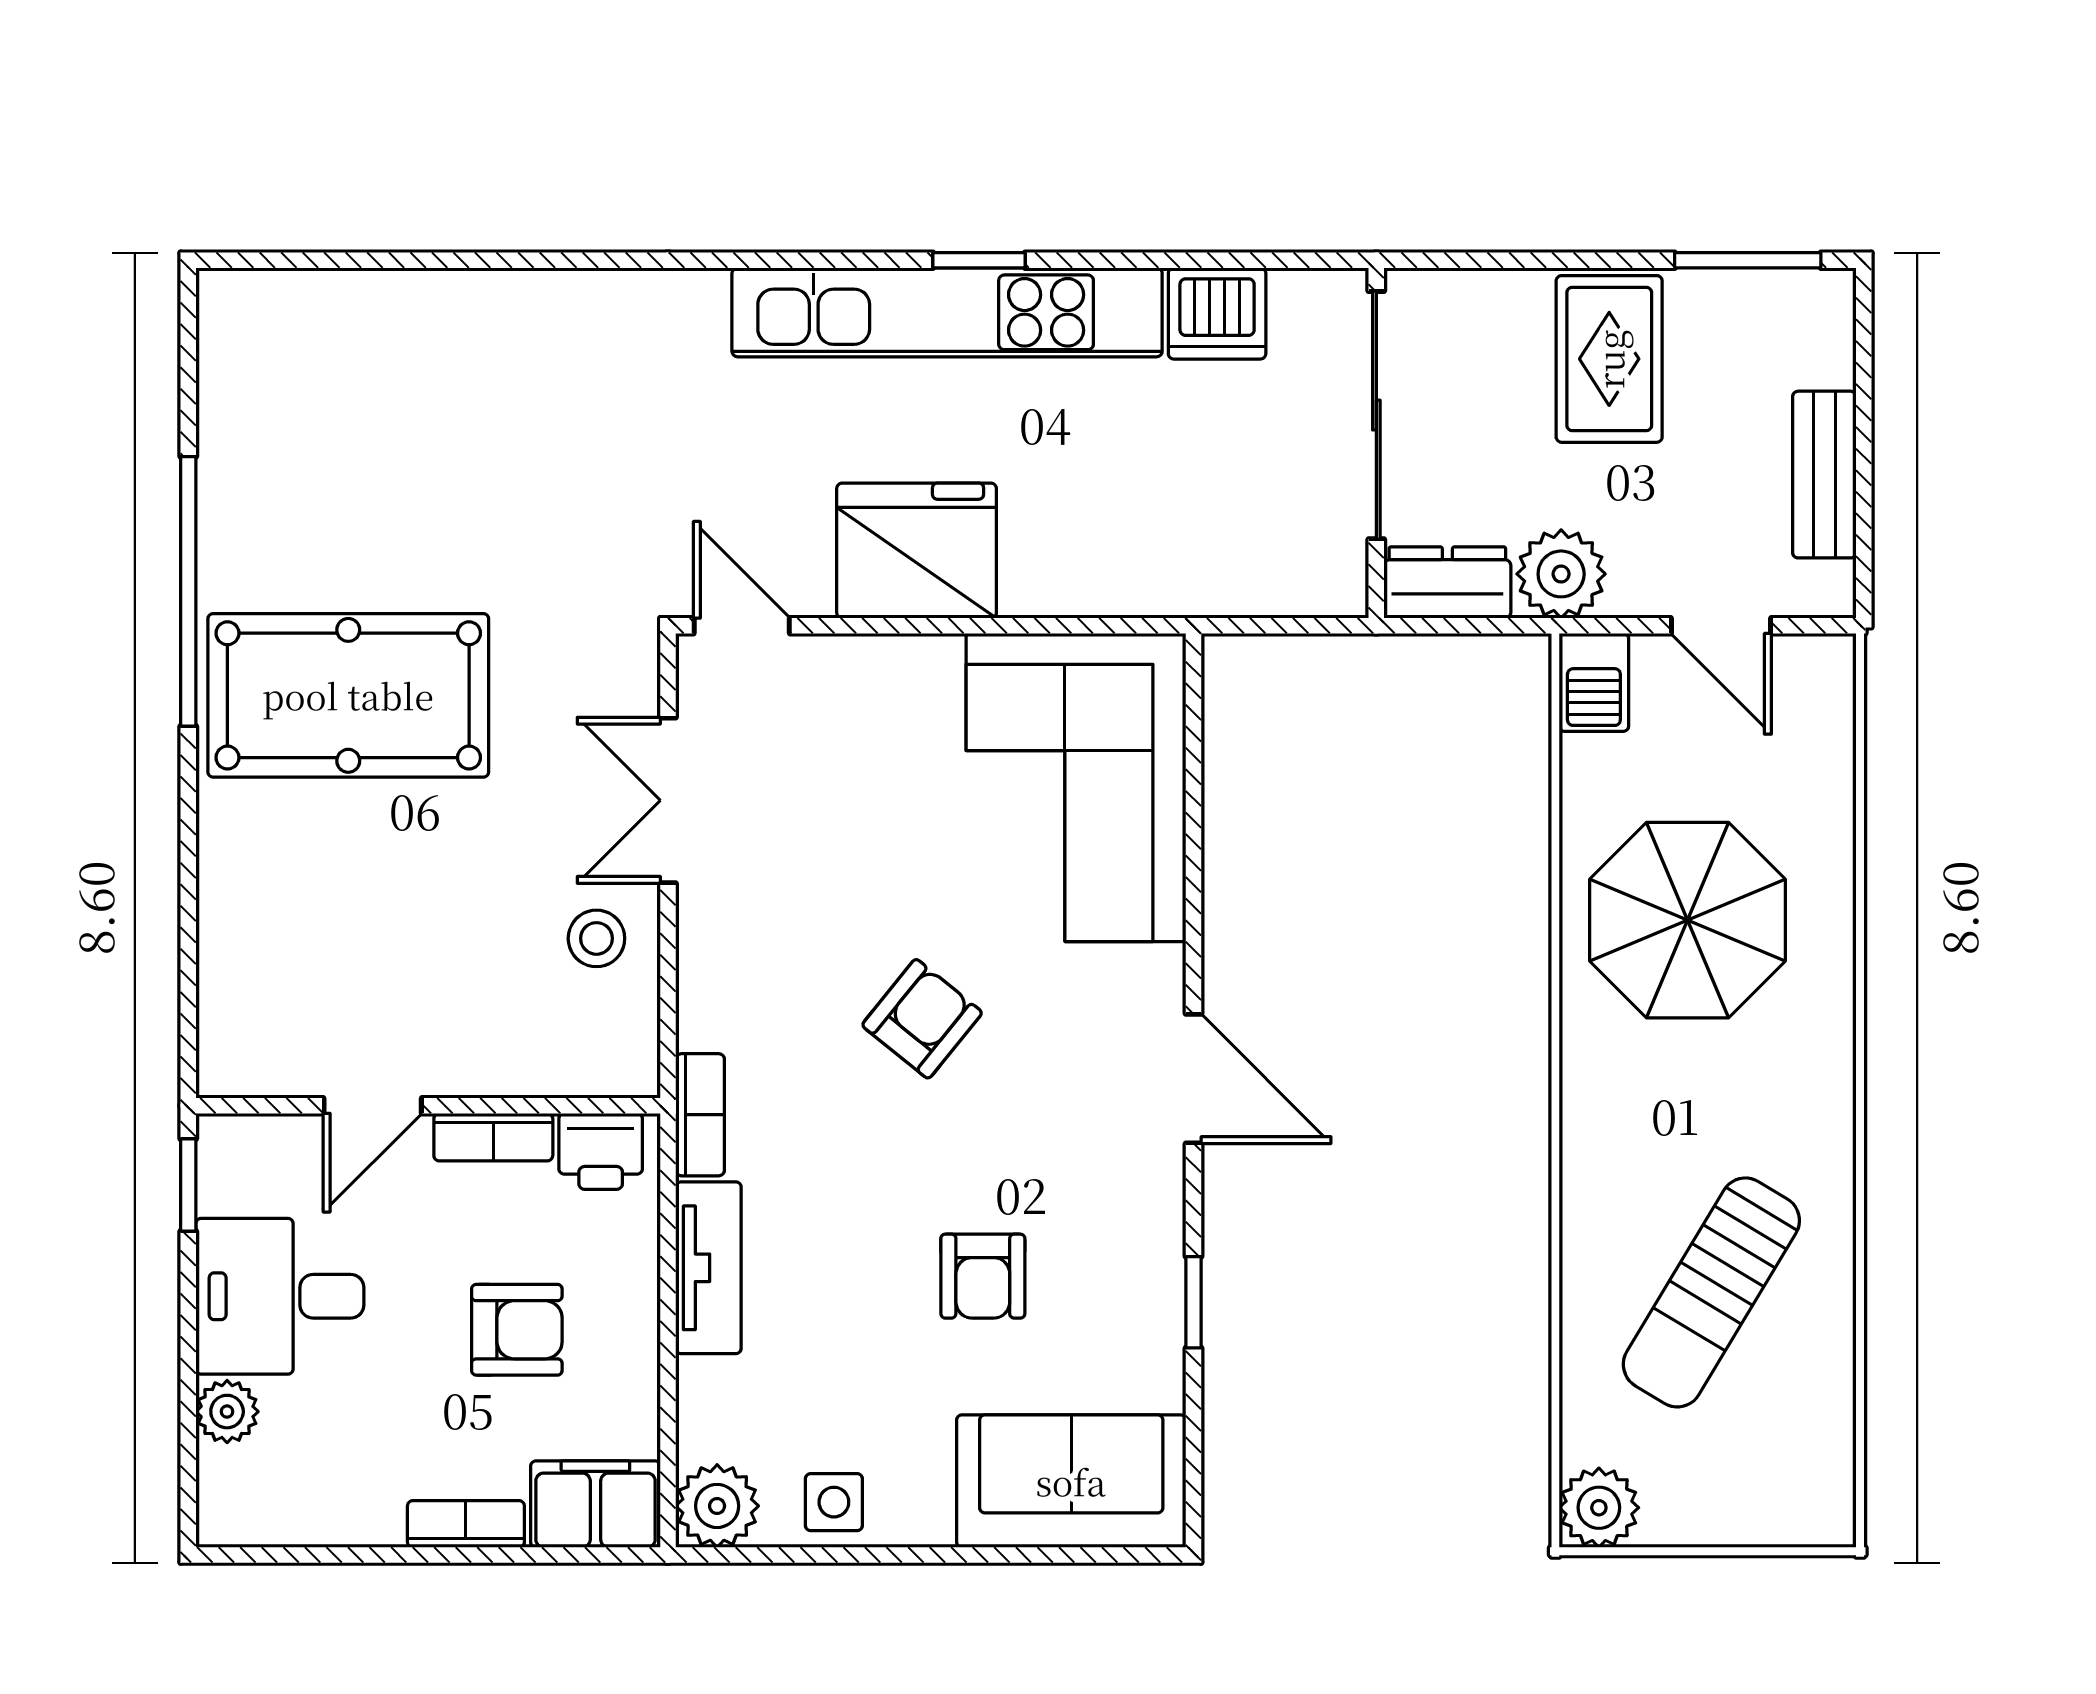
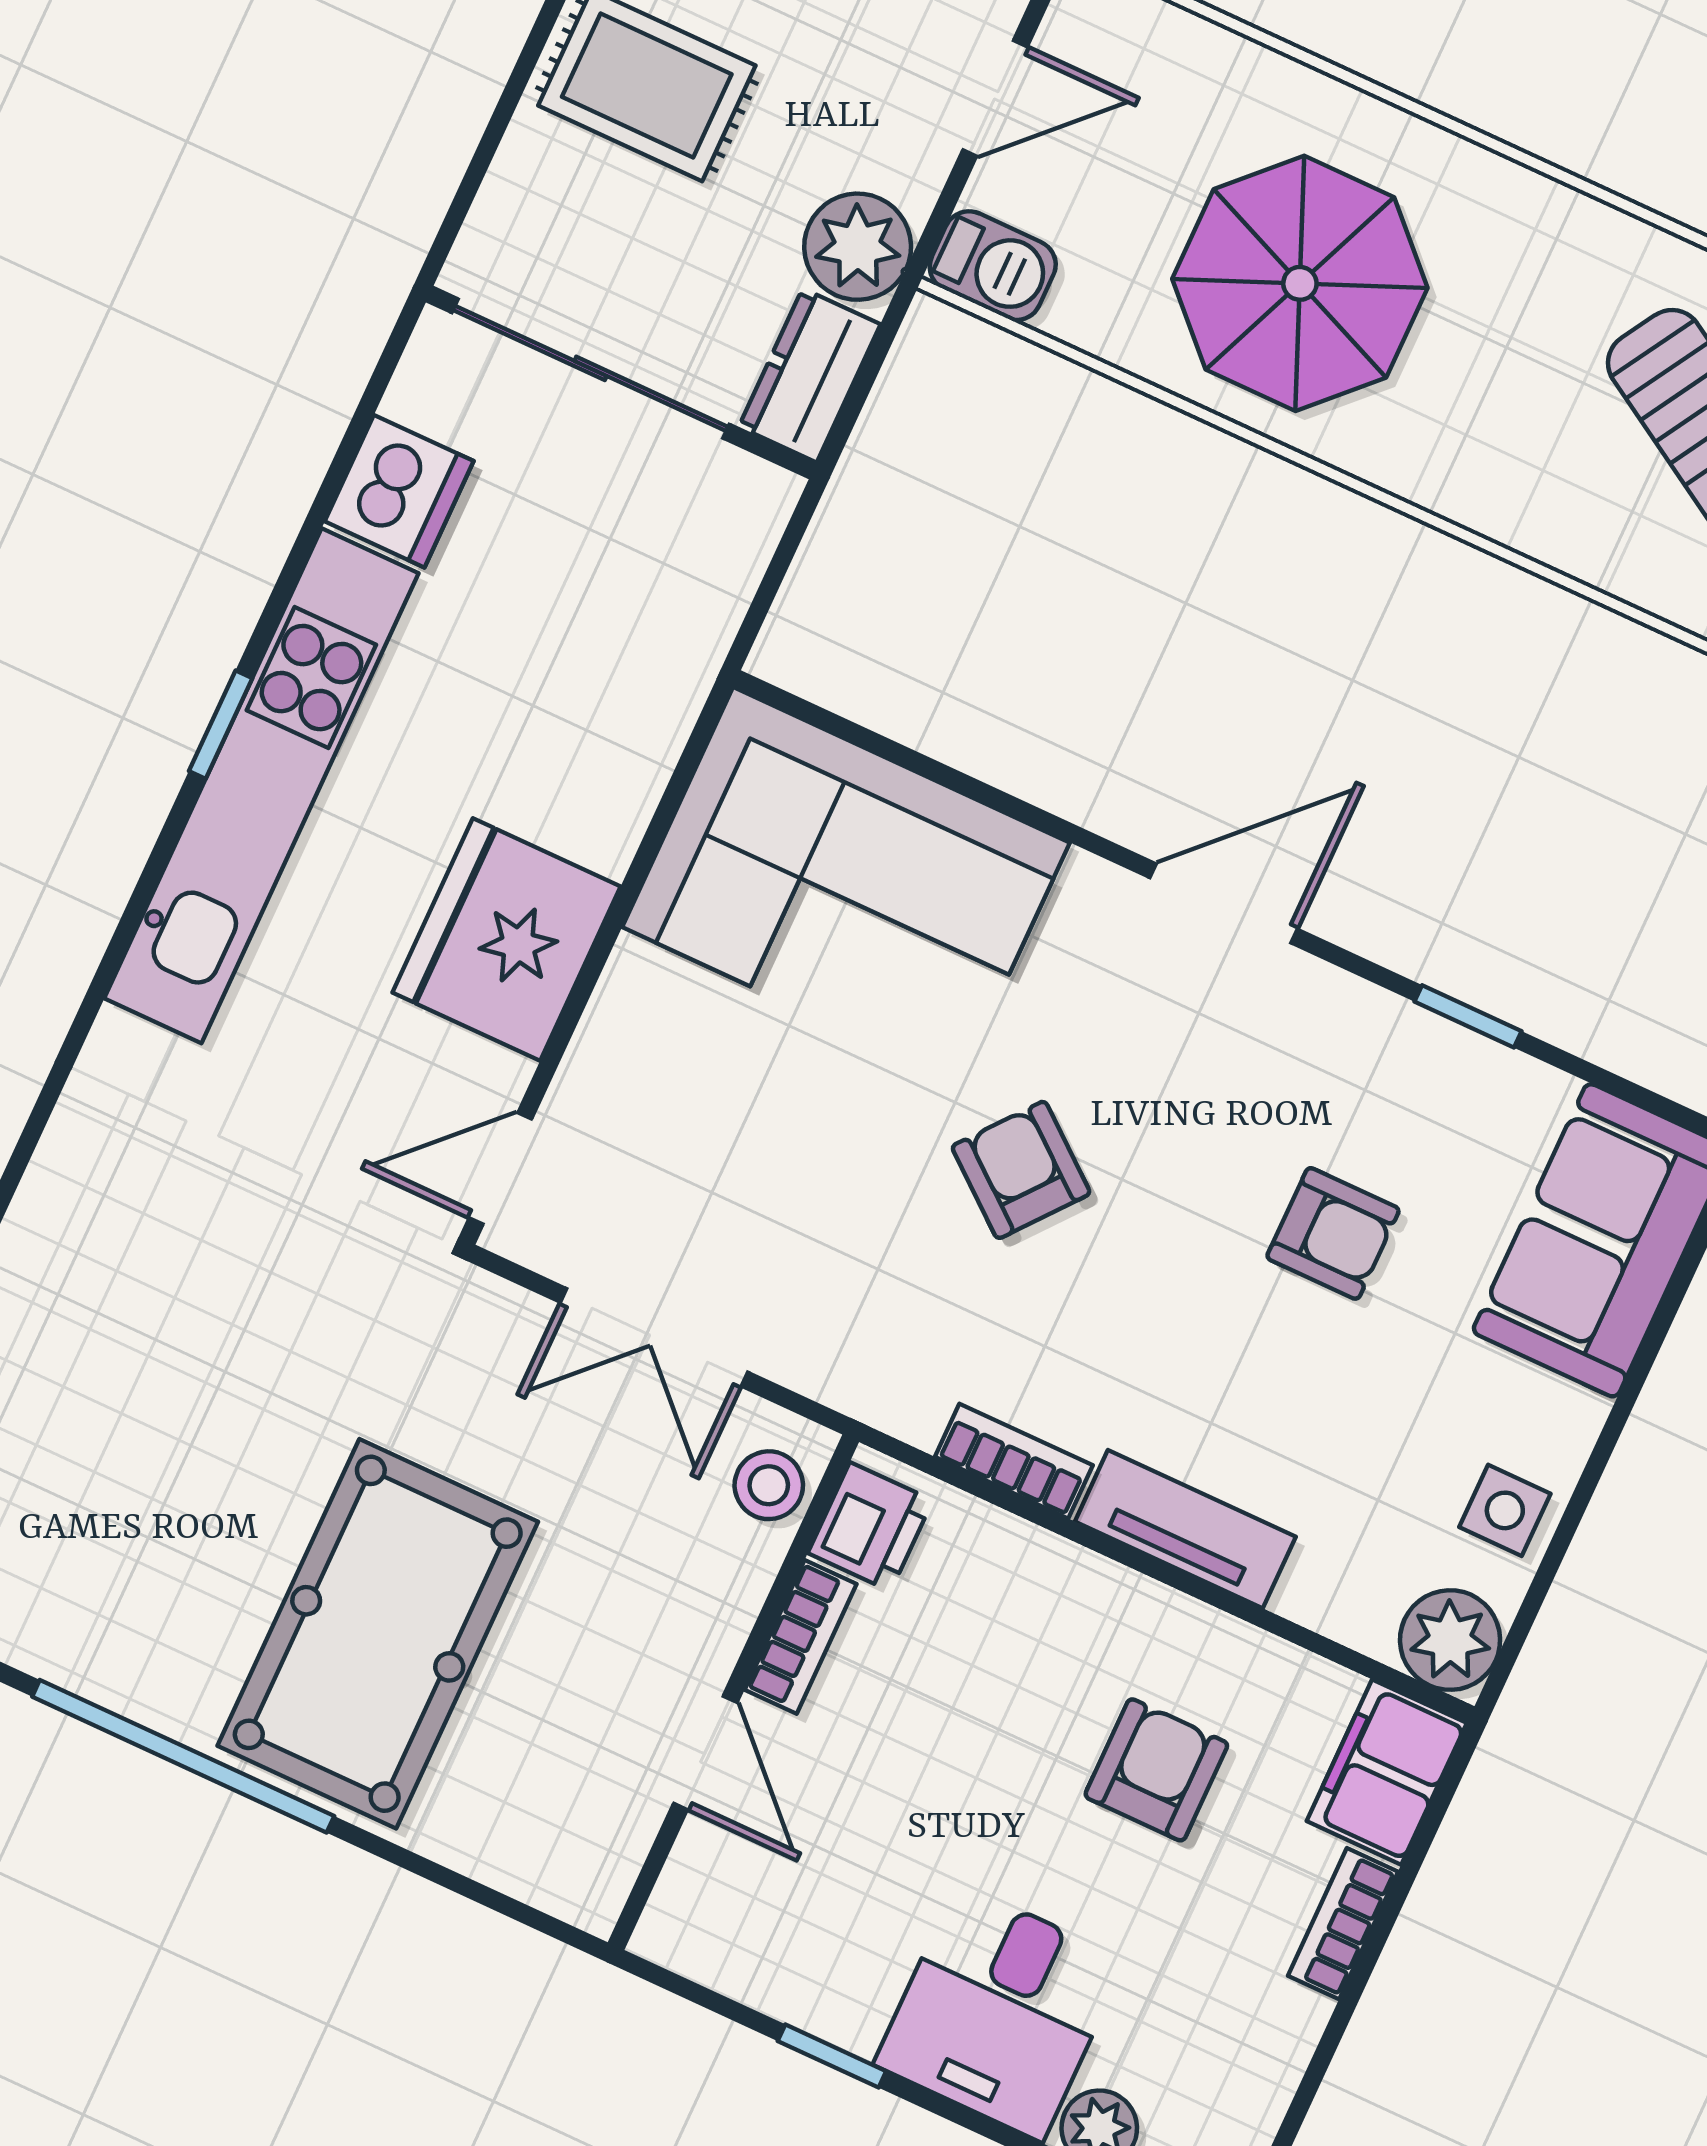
door: (373, 1106) -> (705, 1753), moved
wall: (428, 1106) -> (733, 1692), moved
bookcase: (493, 1137) -> (801, 1637), moved
printer: (601, 1151) -> (870, 1527), moved

